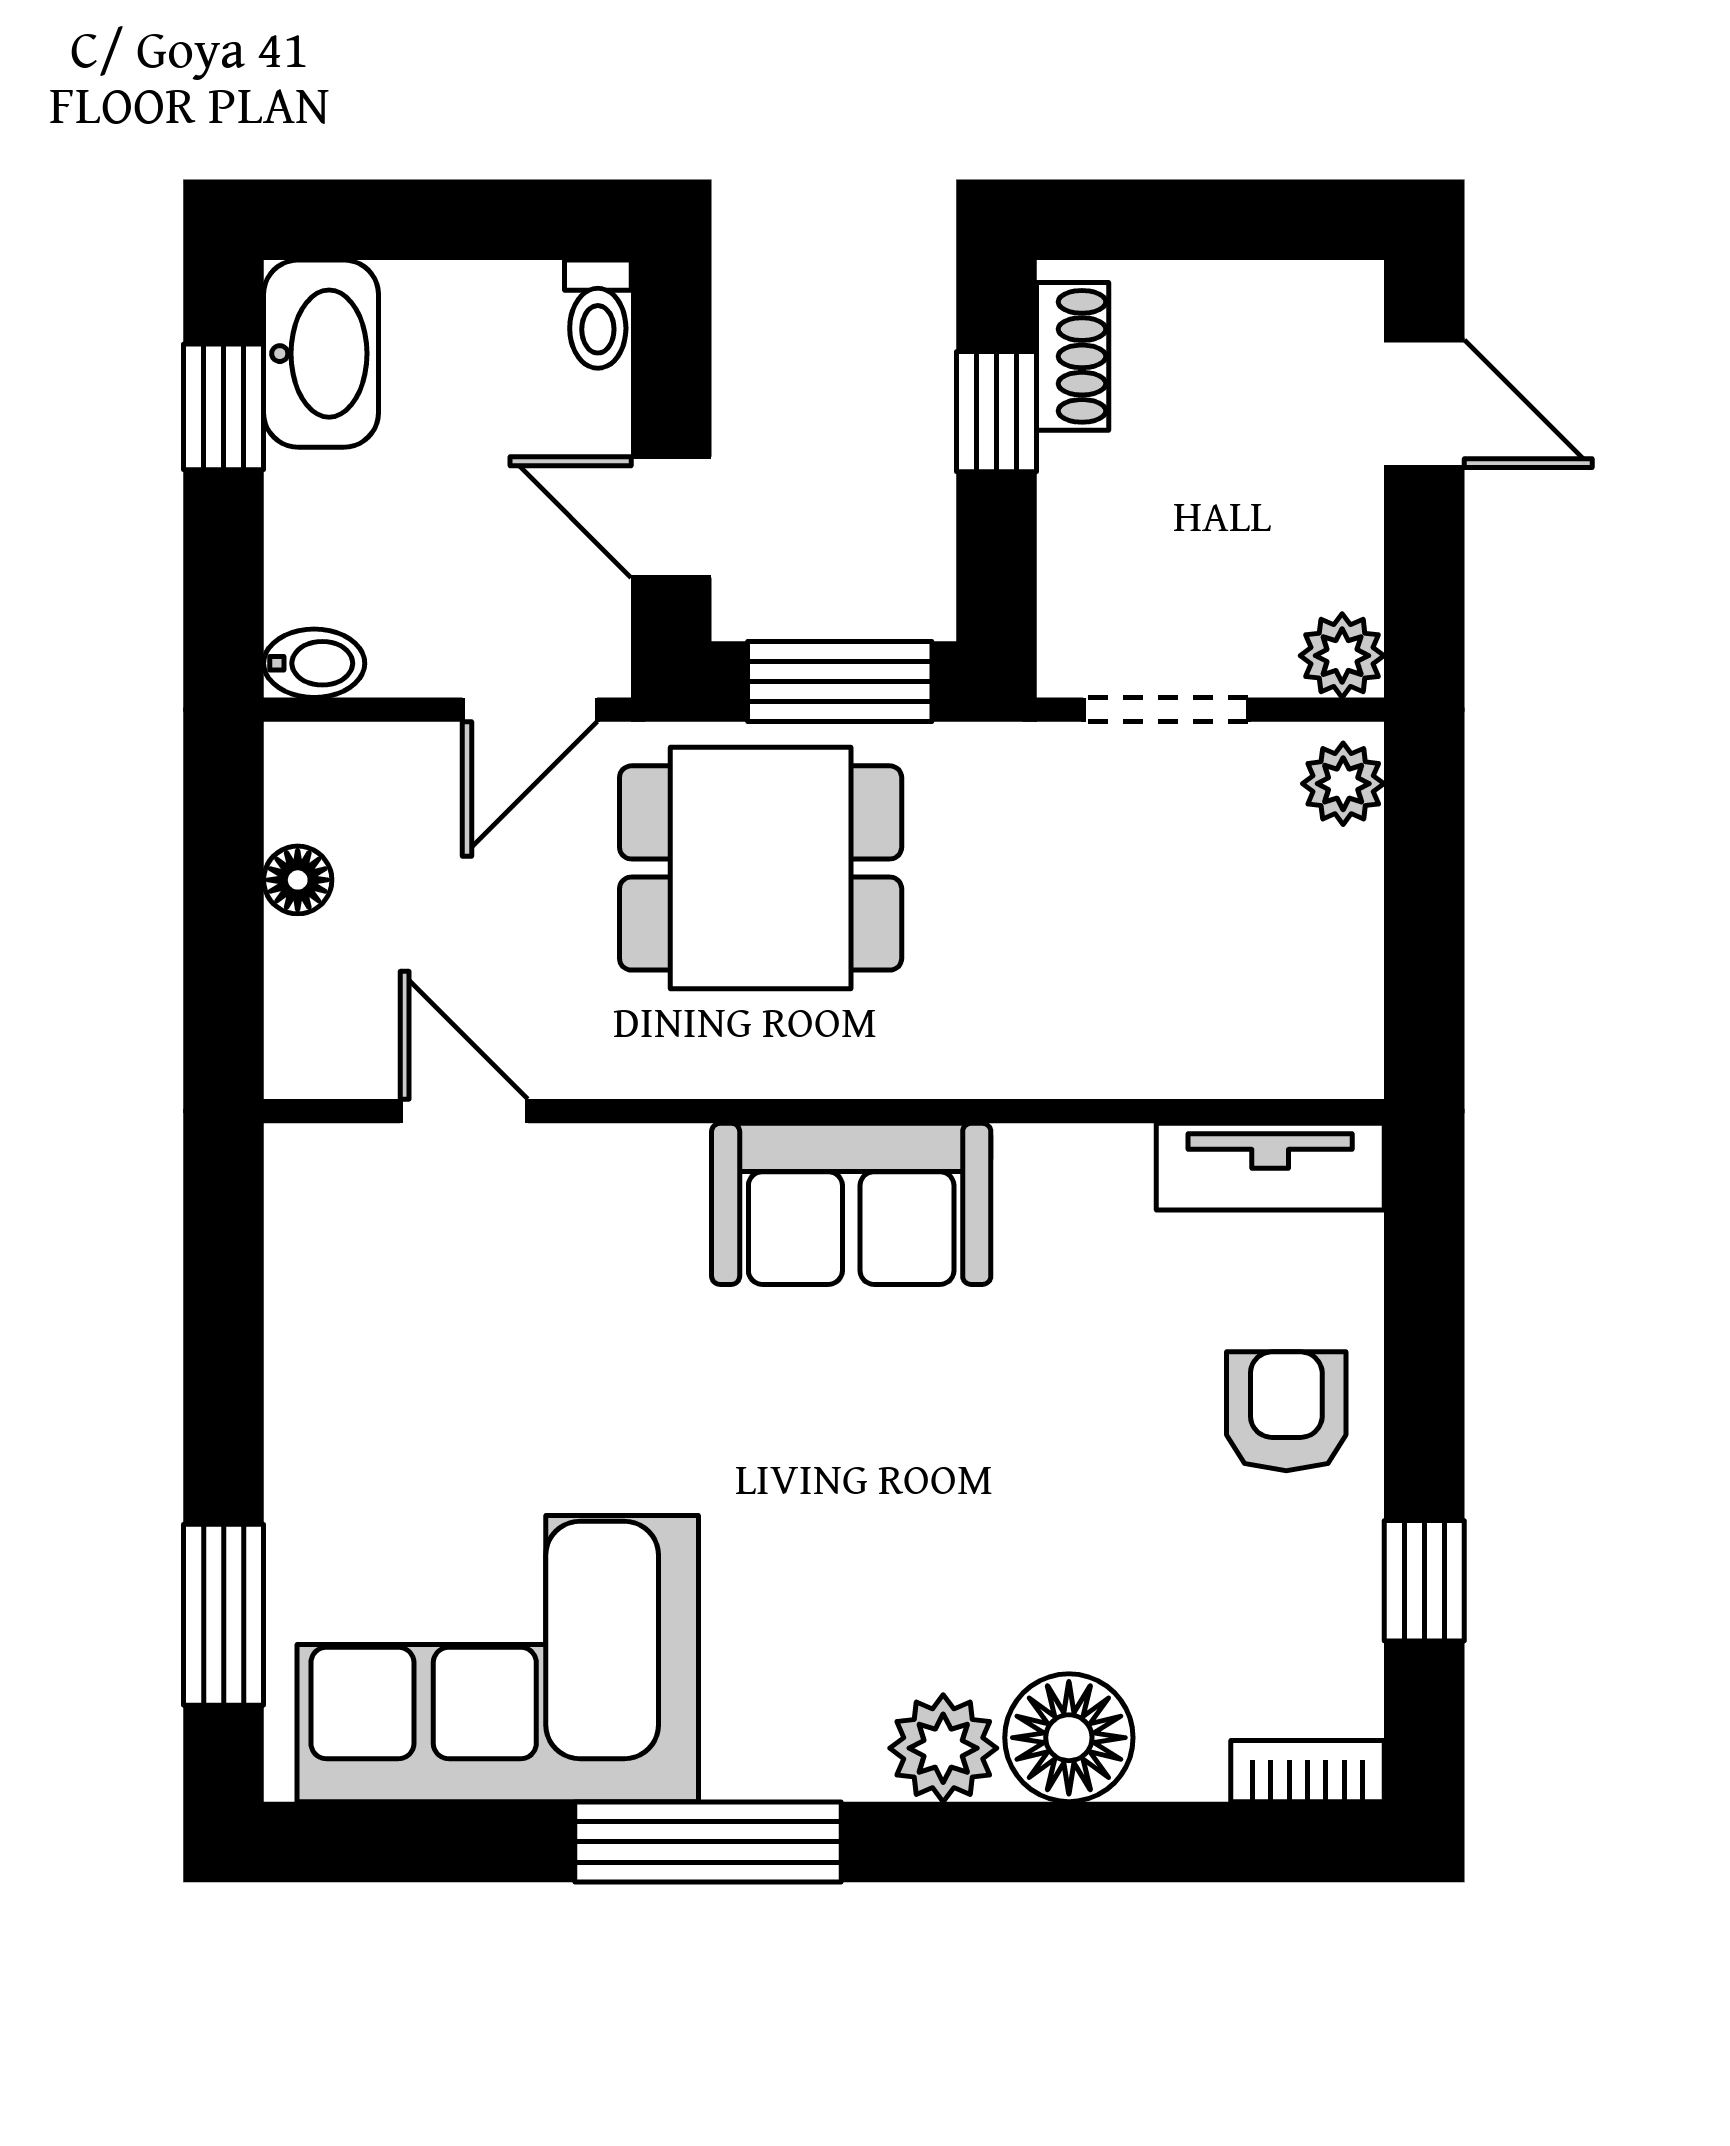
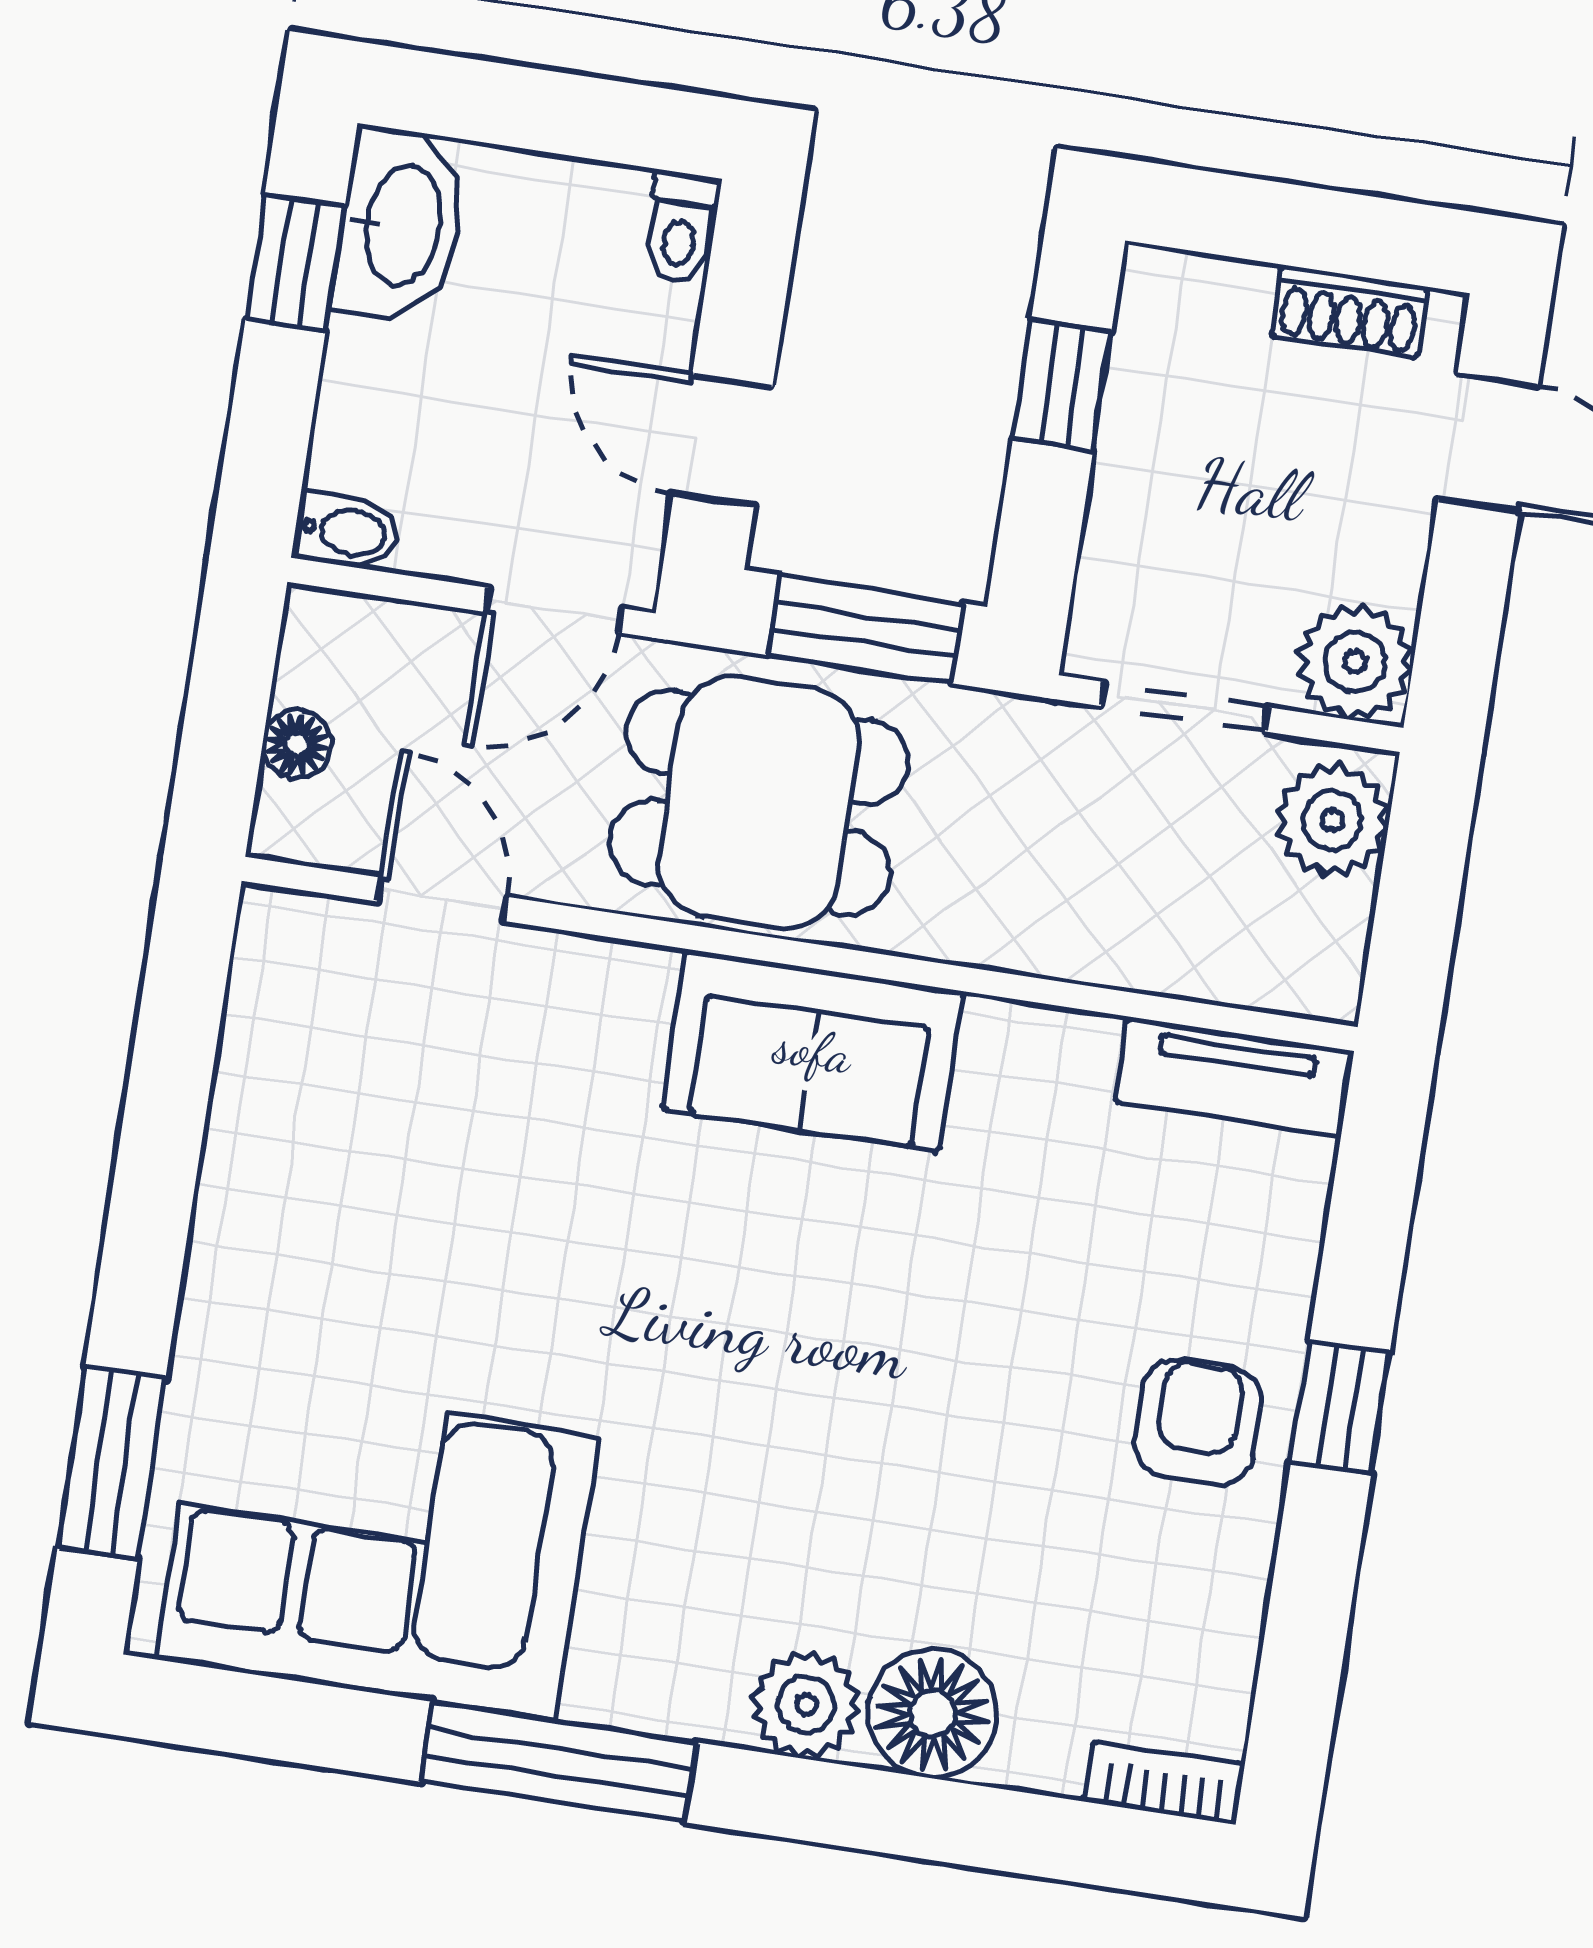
shoe rack: (1073, 356) -> (1350, 311), moved, turned 90
plant: (1342, 656) -> (1355, 662), width x1.38, depth x1.38
plant: (1343, 784) -> (1332, 820), width x1.38, depth x1.38
door: (464, 1111) -> (442, 899), moved
wall: (824, 1111) -> (800, 954), moved
tv unit: (1270, 1167) -> (1234, 1077), moved
sofa: (851, 1204) -> (813, 1050), moved
window: (1424, 1581) -> (1340, 1407), moved

